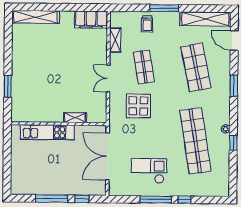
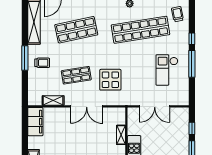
trolley: (147, 24) -> (42, 63), moved
double door: (108, 78) -> (87, 106), width x1.37
double door: (107, 156) -> (155, 106), width x0.73
trolley: (213, 184) -> (178, 14), added

